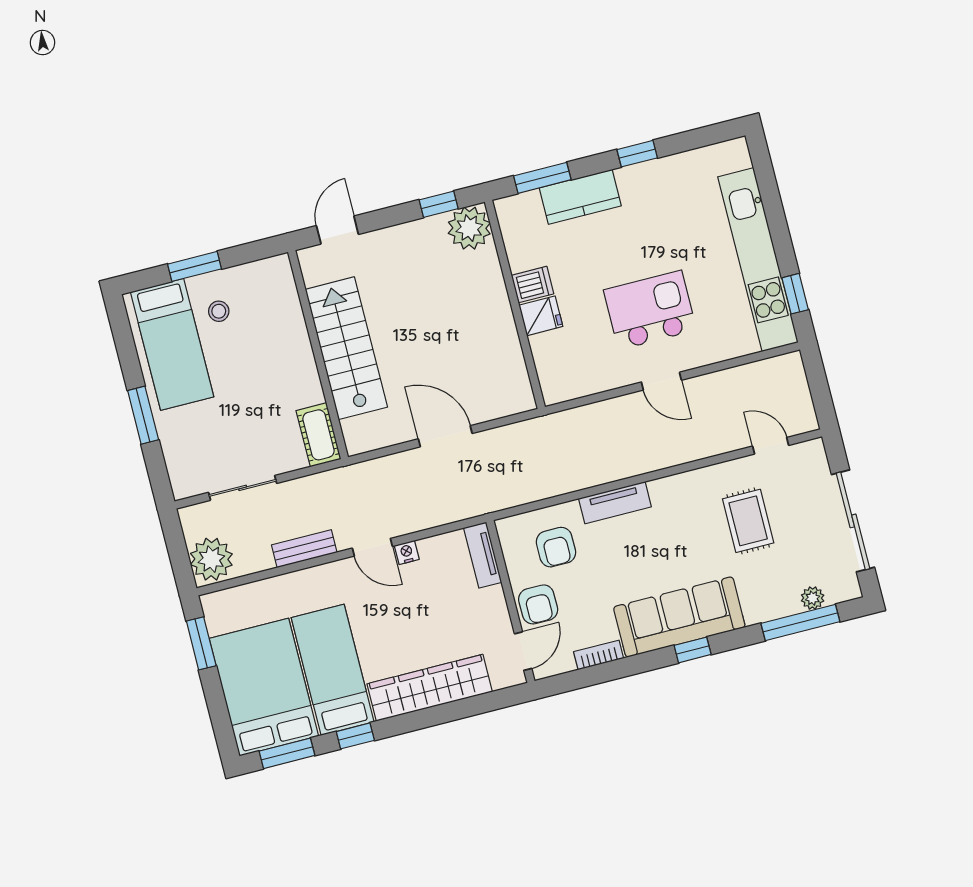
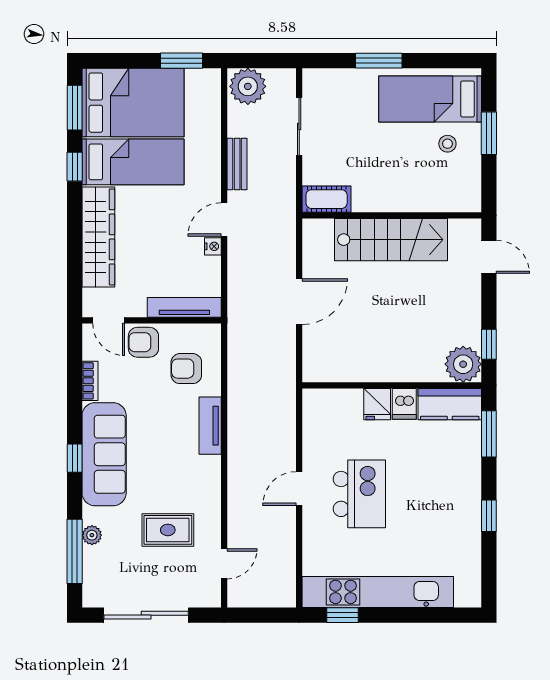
kitchen counter: (580, 197) -> (450, 404), moved, turned -90
tv unit: (483, 555) -> (184, 307), width x1.41
plant: (813, 598) -> (92, 535), moved

